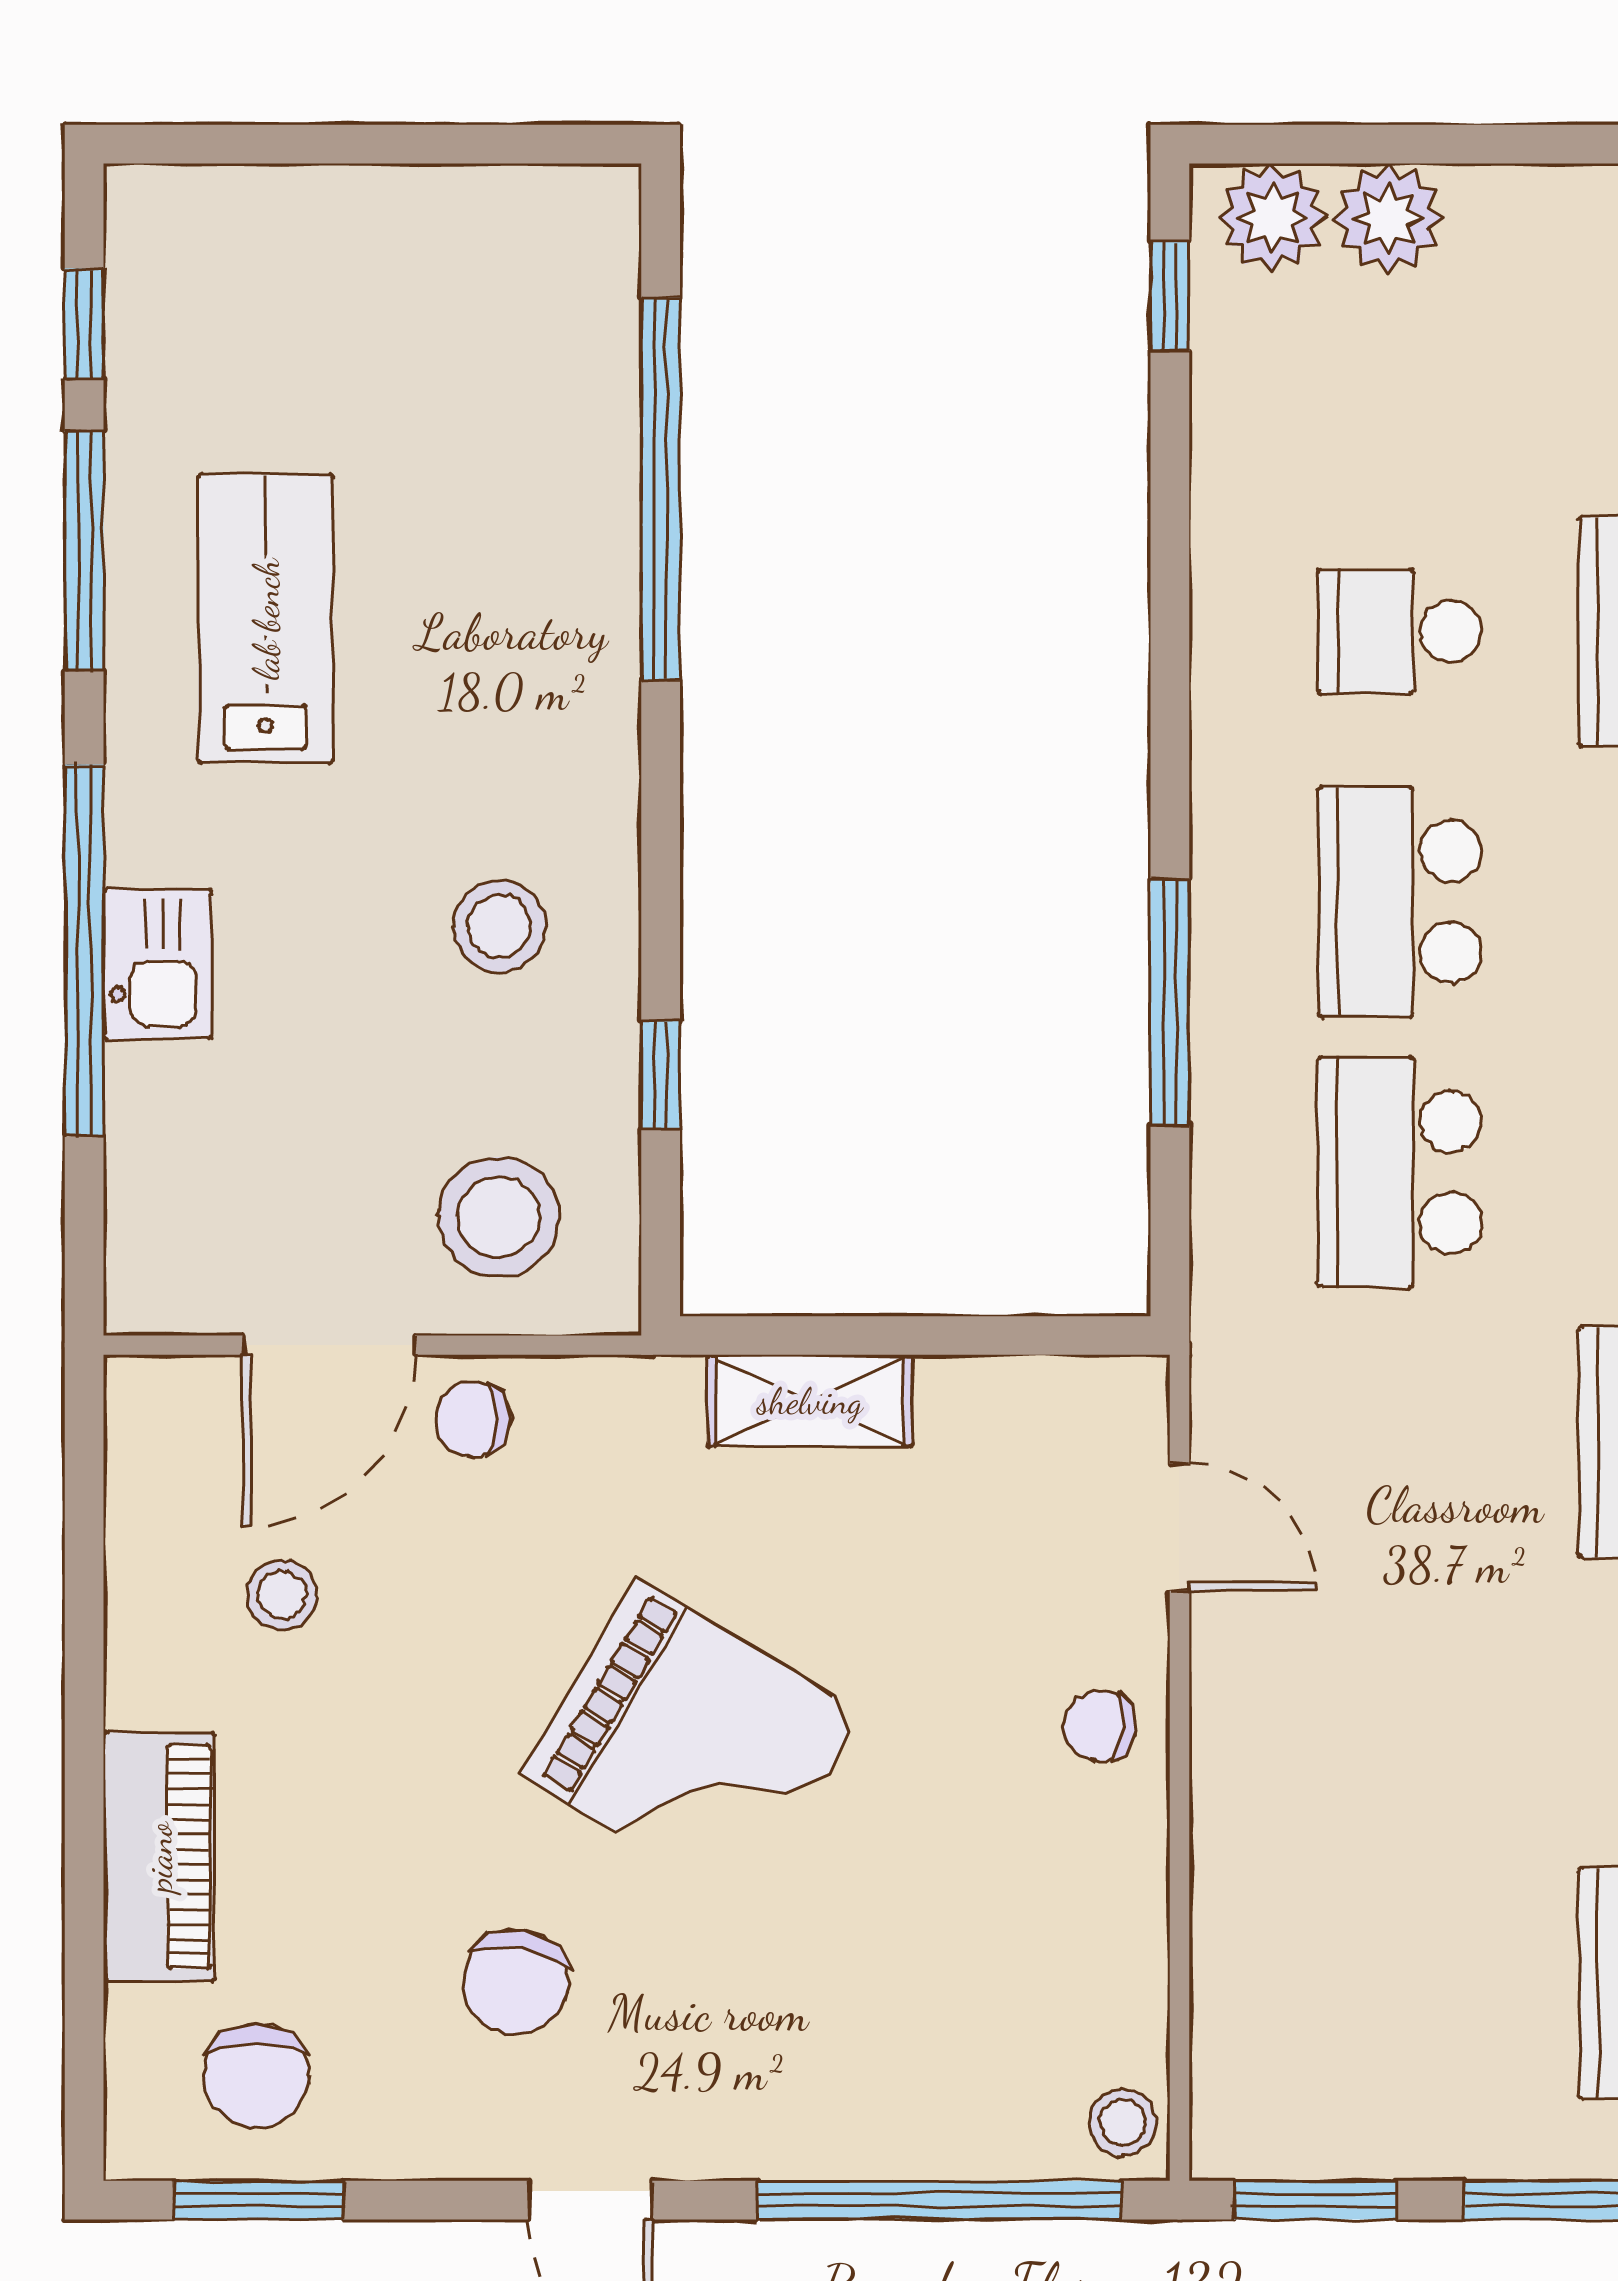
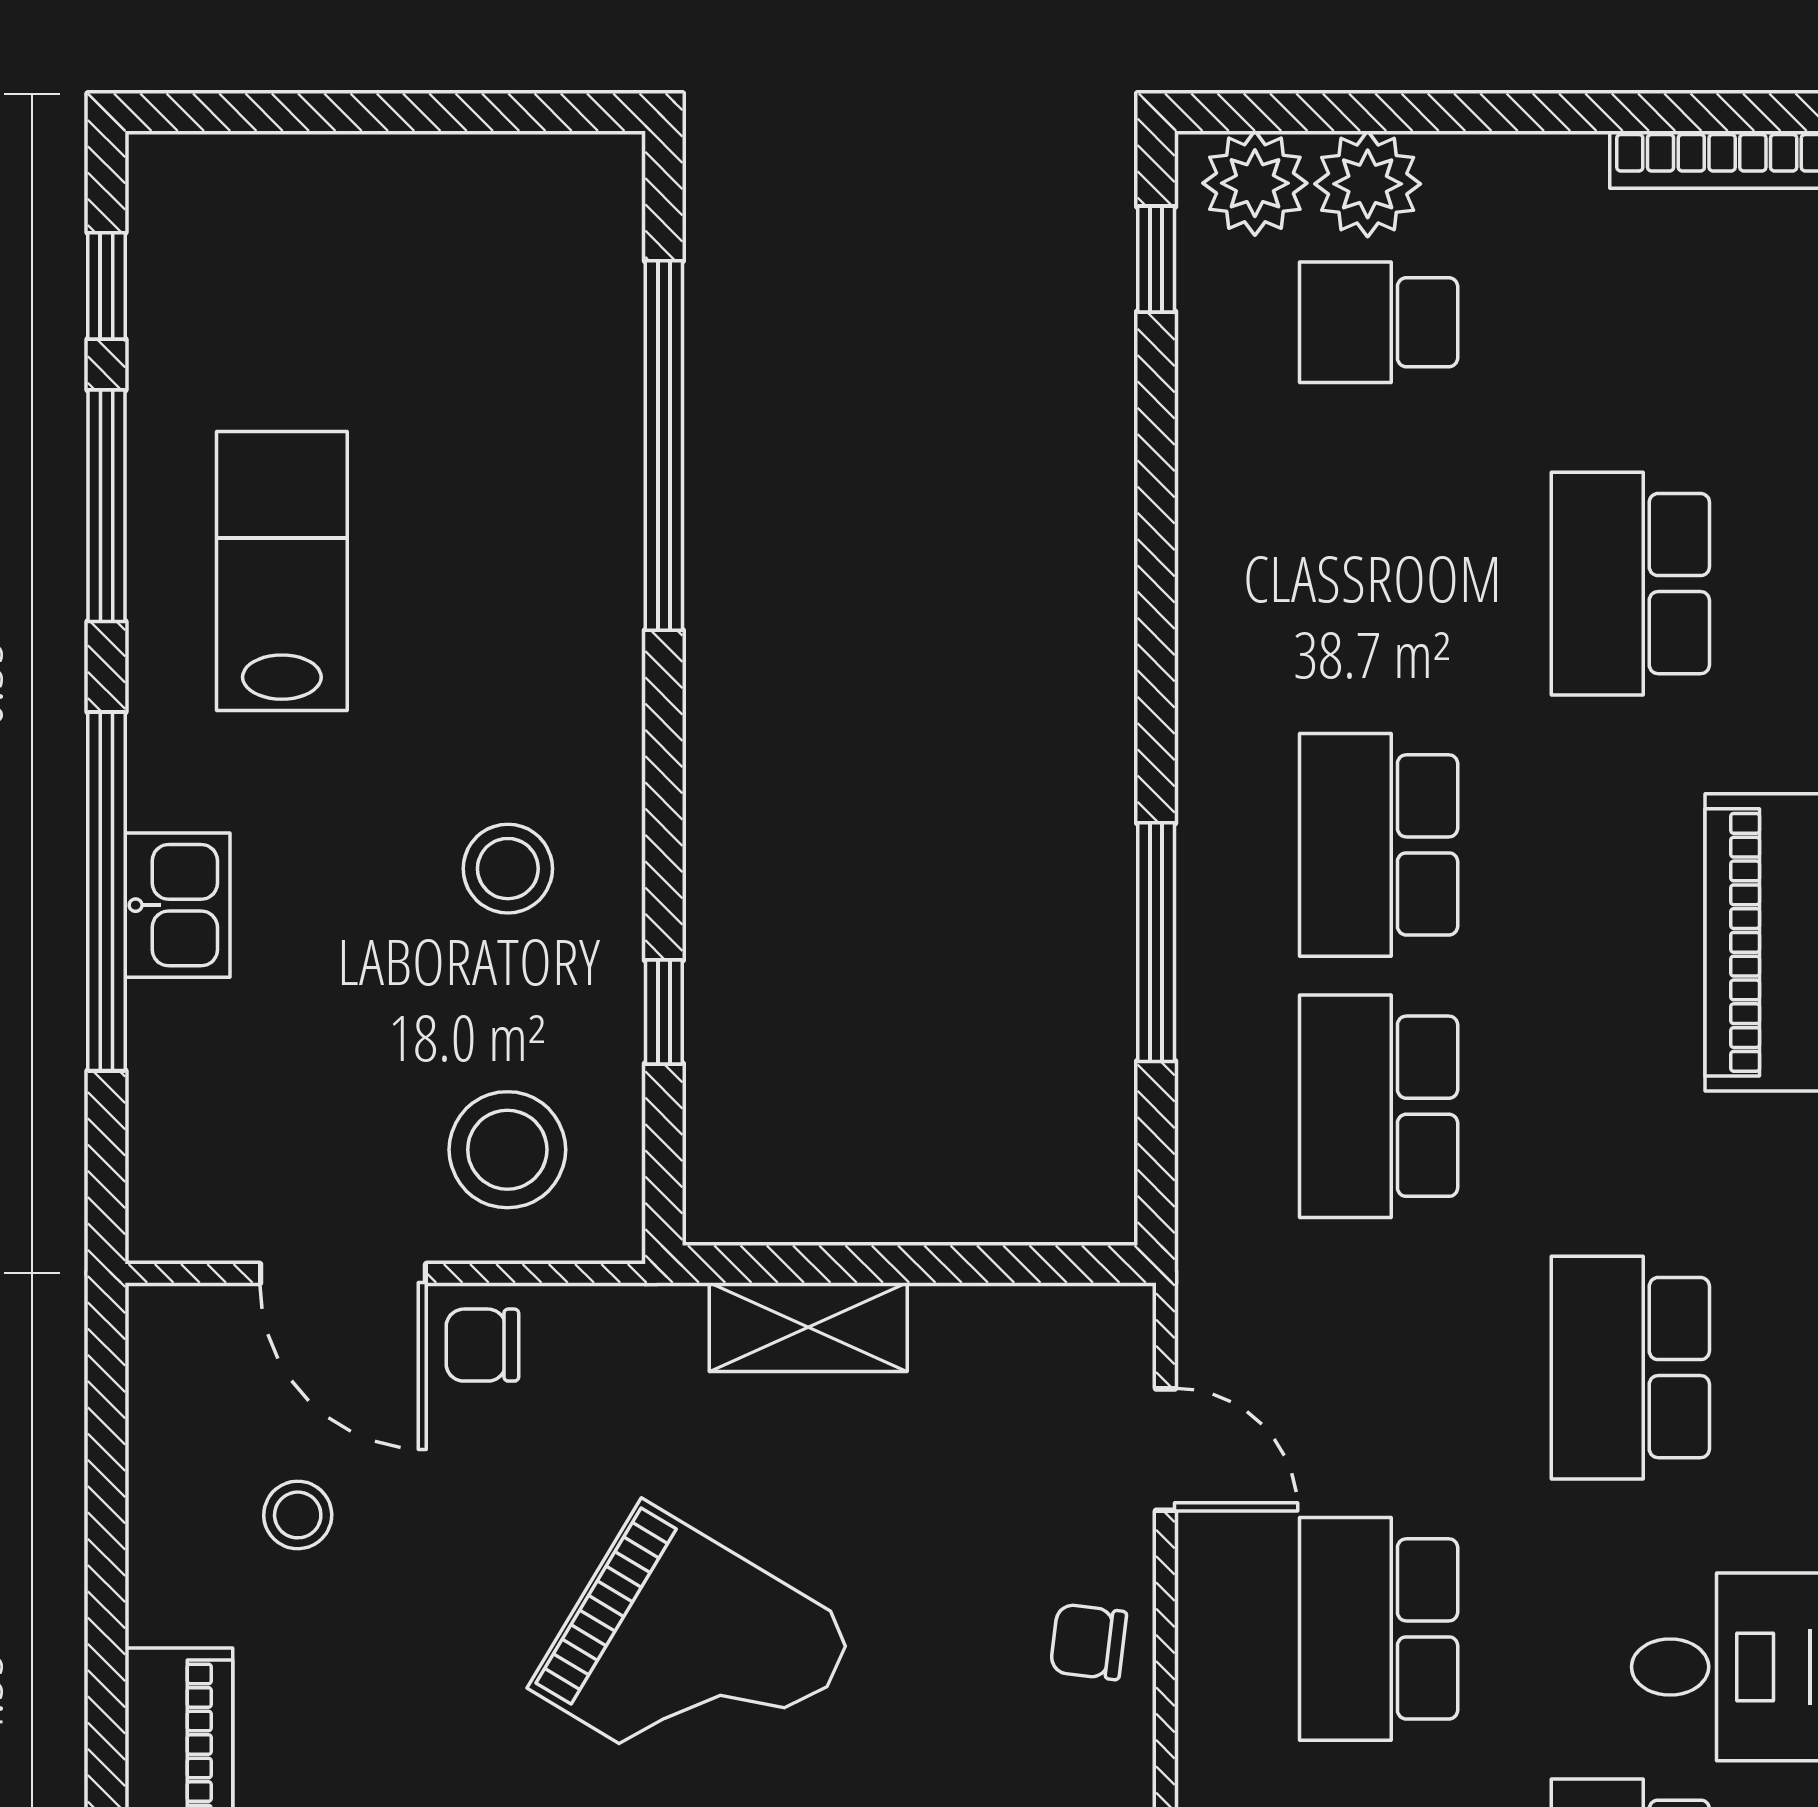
school desk: (1400, 632) -> (1379, 322), moved
door: (329, 1345) -> (343, 1273), hinge flipped
school desk: (1400, 1713) -> (1379, 1629), added

